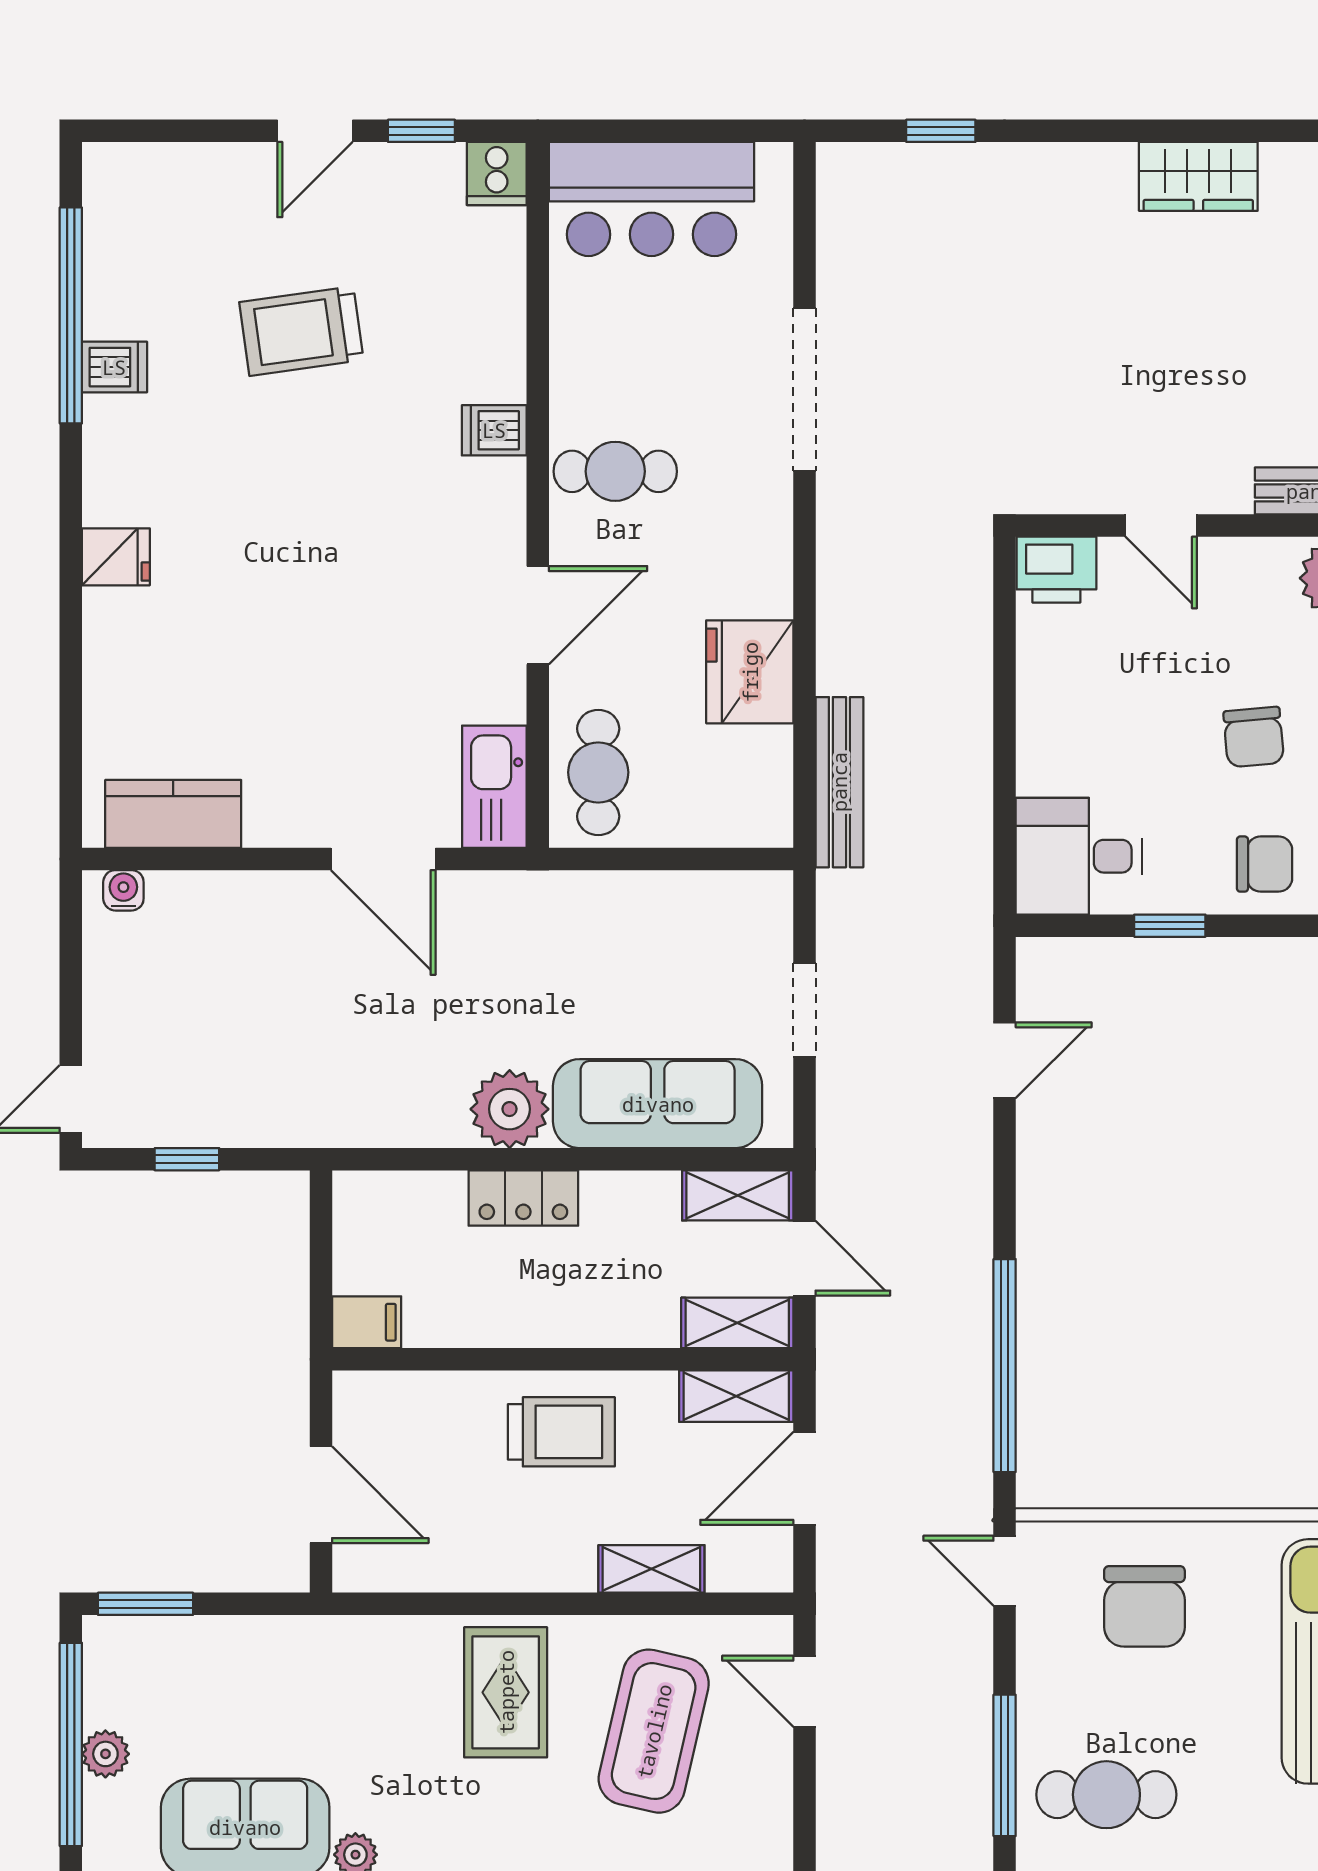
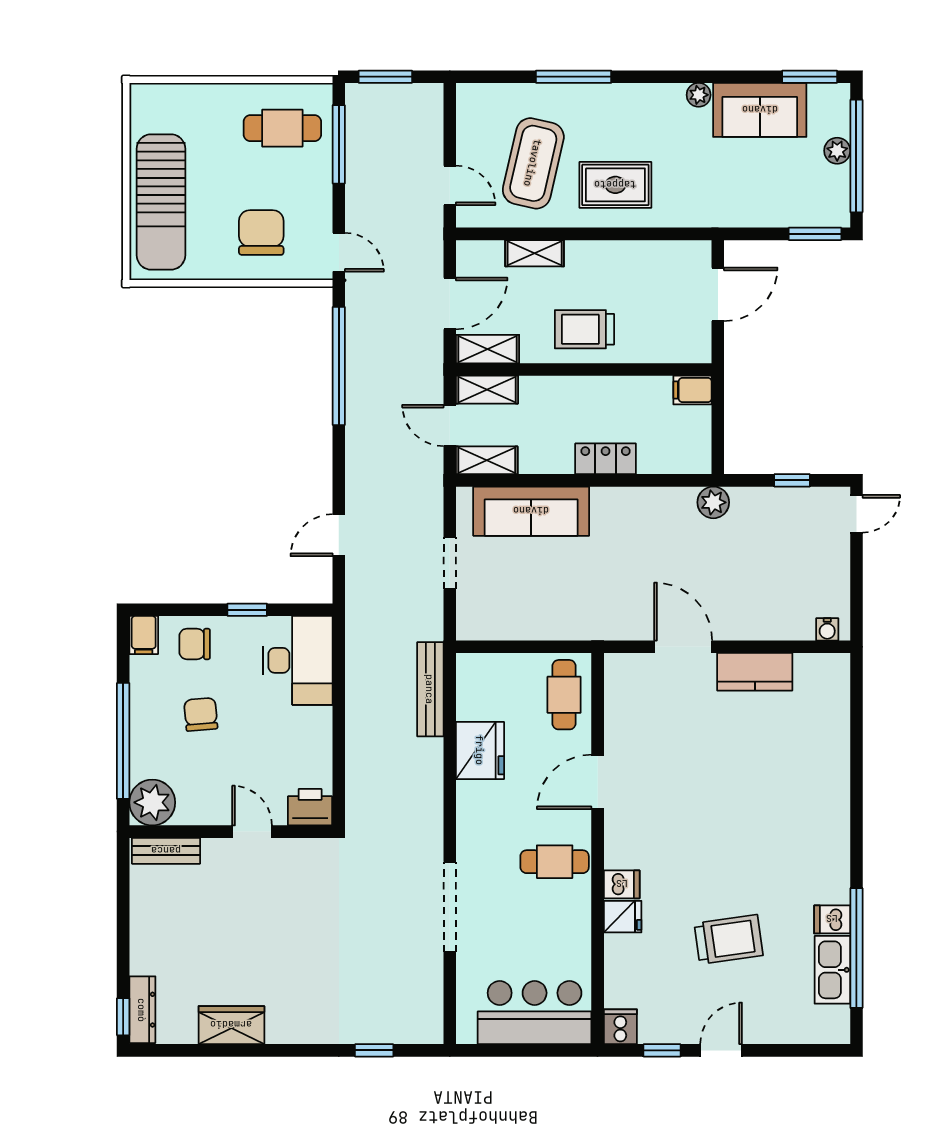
fridge: (116, 557) -> (623, 917), moved, turned 180
kitchen sink: (494, 787) -> (832, 970), moved, turned 180
kitchen counter: (173, 814) -> (755, 672), moved
desk: (1079, 856) -> (298, 660), width x1.37
plant: (510, 1109) -> (713, 502), moved, width x0.73, depth x0.73
door: (321, 1495) -> (718, 294), swing flipped
rug: (506, 1692) -> (615, 185), turned 90

